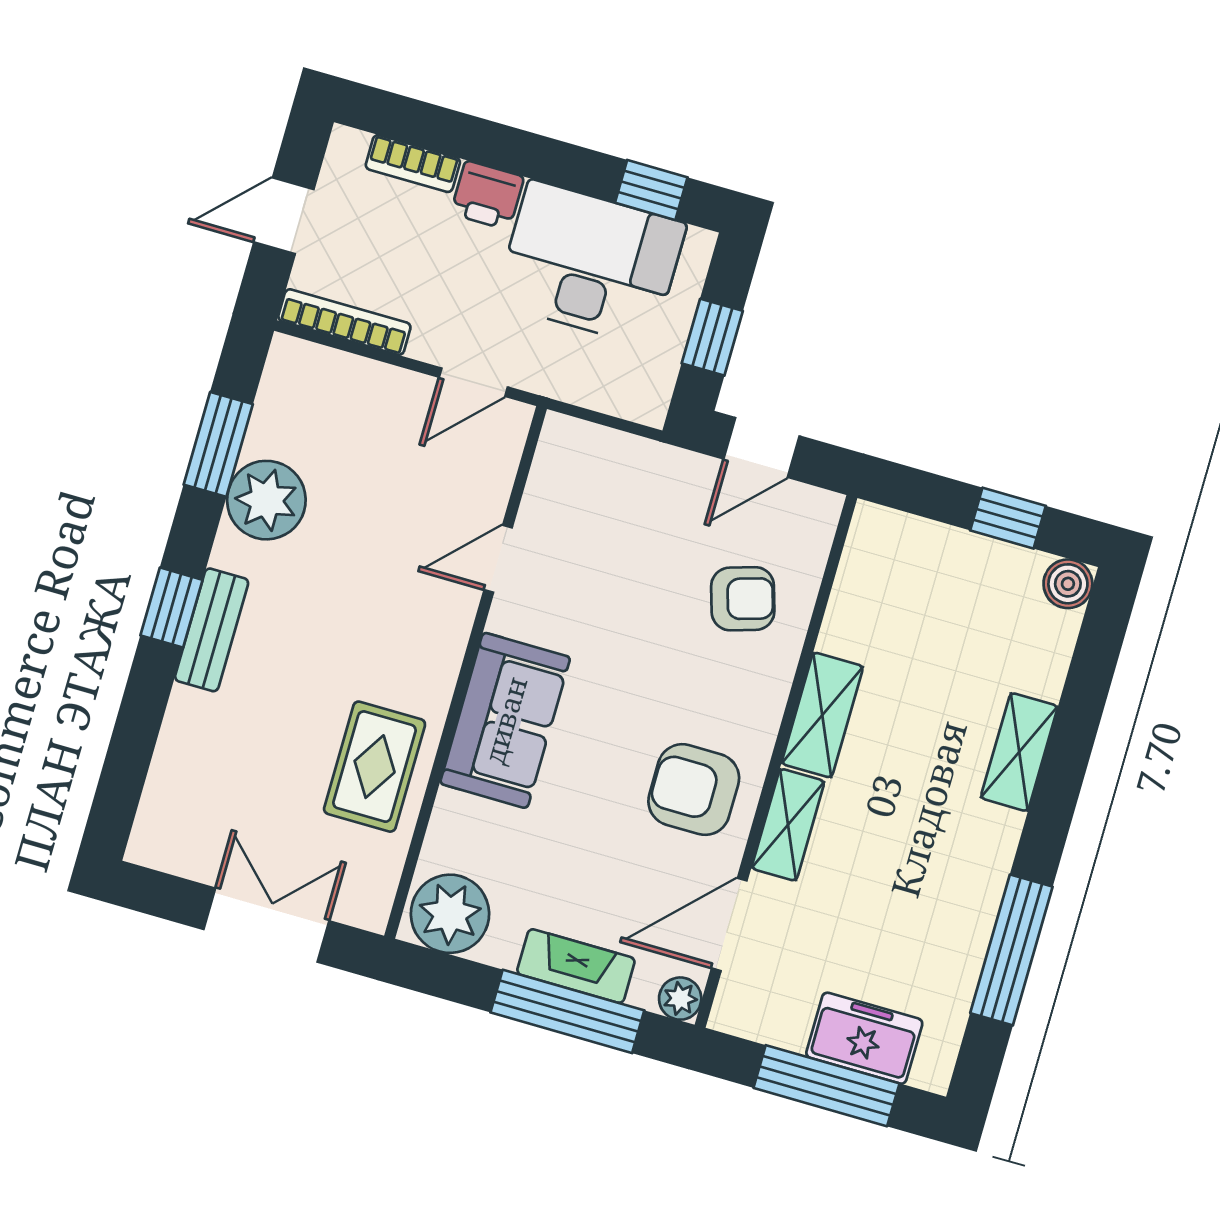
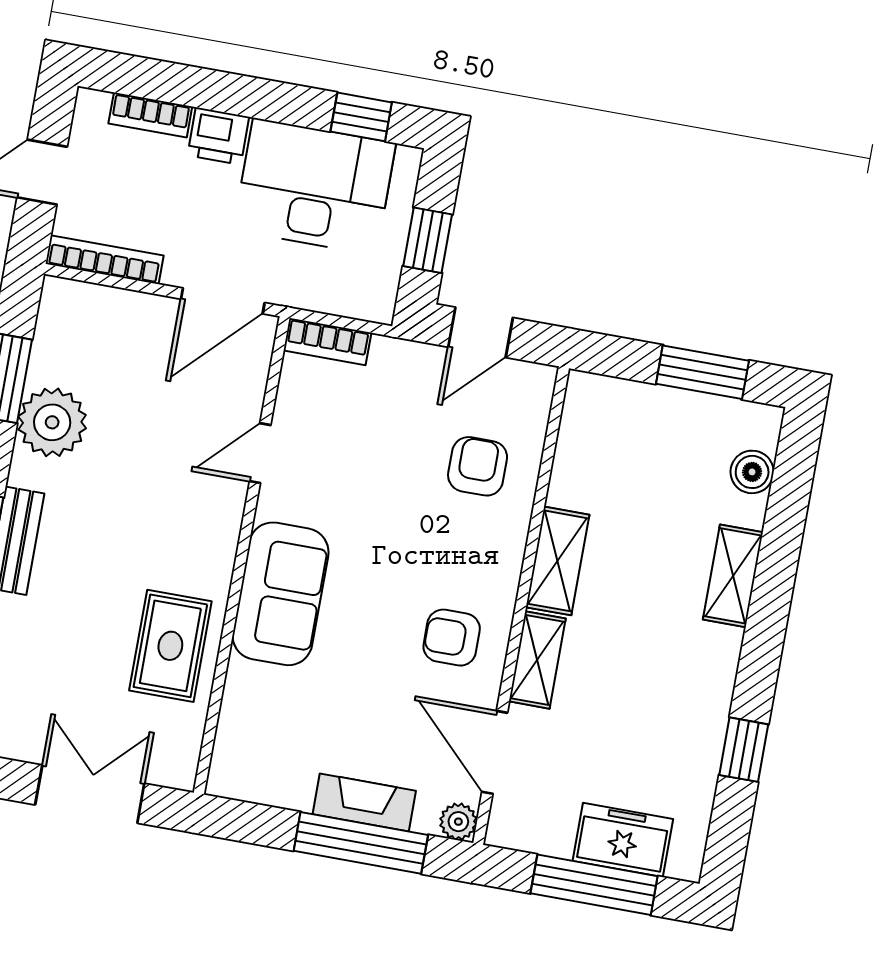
door: (473, 382) -> (223, 301), width x1.38
bookcase: (587, 440) -> (327, 342), added
window: (1008, 518) -> (702, 372), width x1.50
boiler: (1068, 584) -> (752, 472), moved
armchair: (743, 599) -> (478, 466), turned -73
armchair: (694, 790) -> (452, 638), width x0.72, depth x0.72
plant: (450, 914) -> (249, 768), removed
door: (729, 924) -> (495, 752), hinge flipped
window: (1011, 950) -> (744, 750), width x0.46

